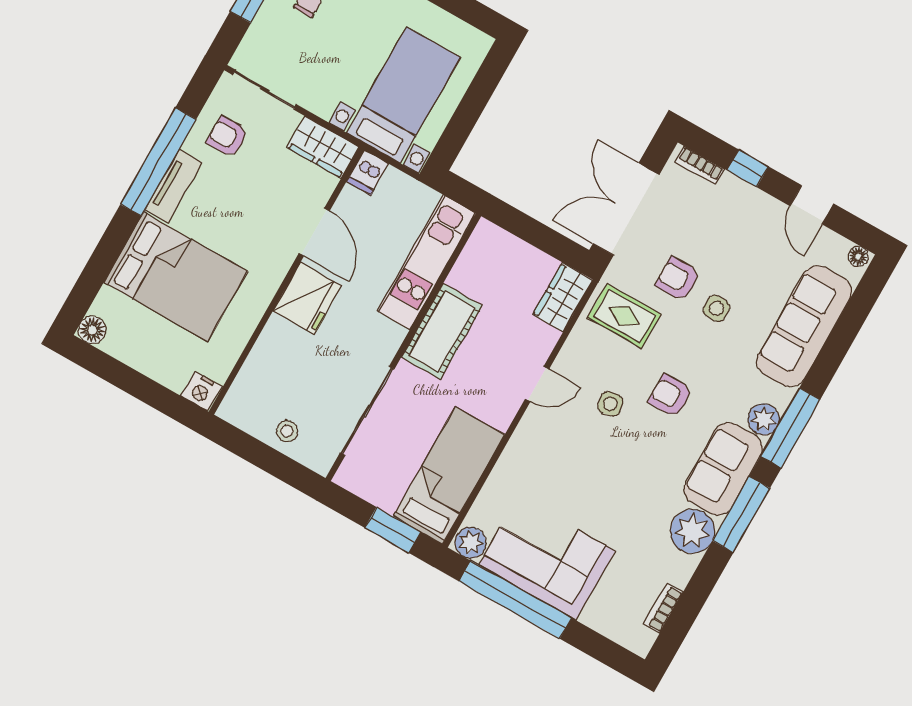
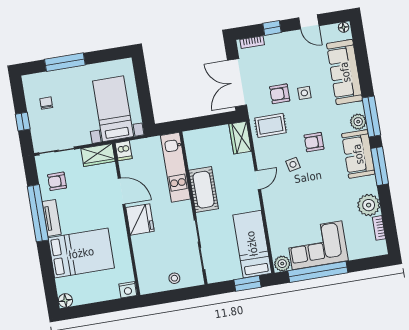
plant: (692, 531) -> (369, 205), moved

